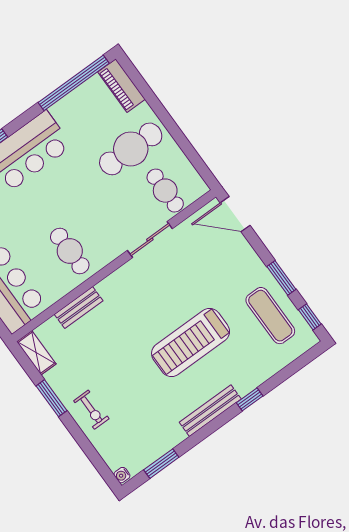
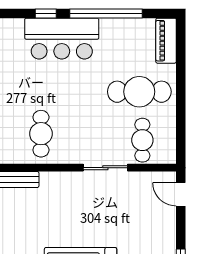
window: (74, 83) -> (106, 13), moved
door: (235, 214) -> (181, 194), width x0.73

